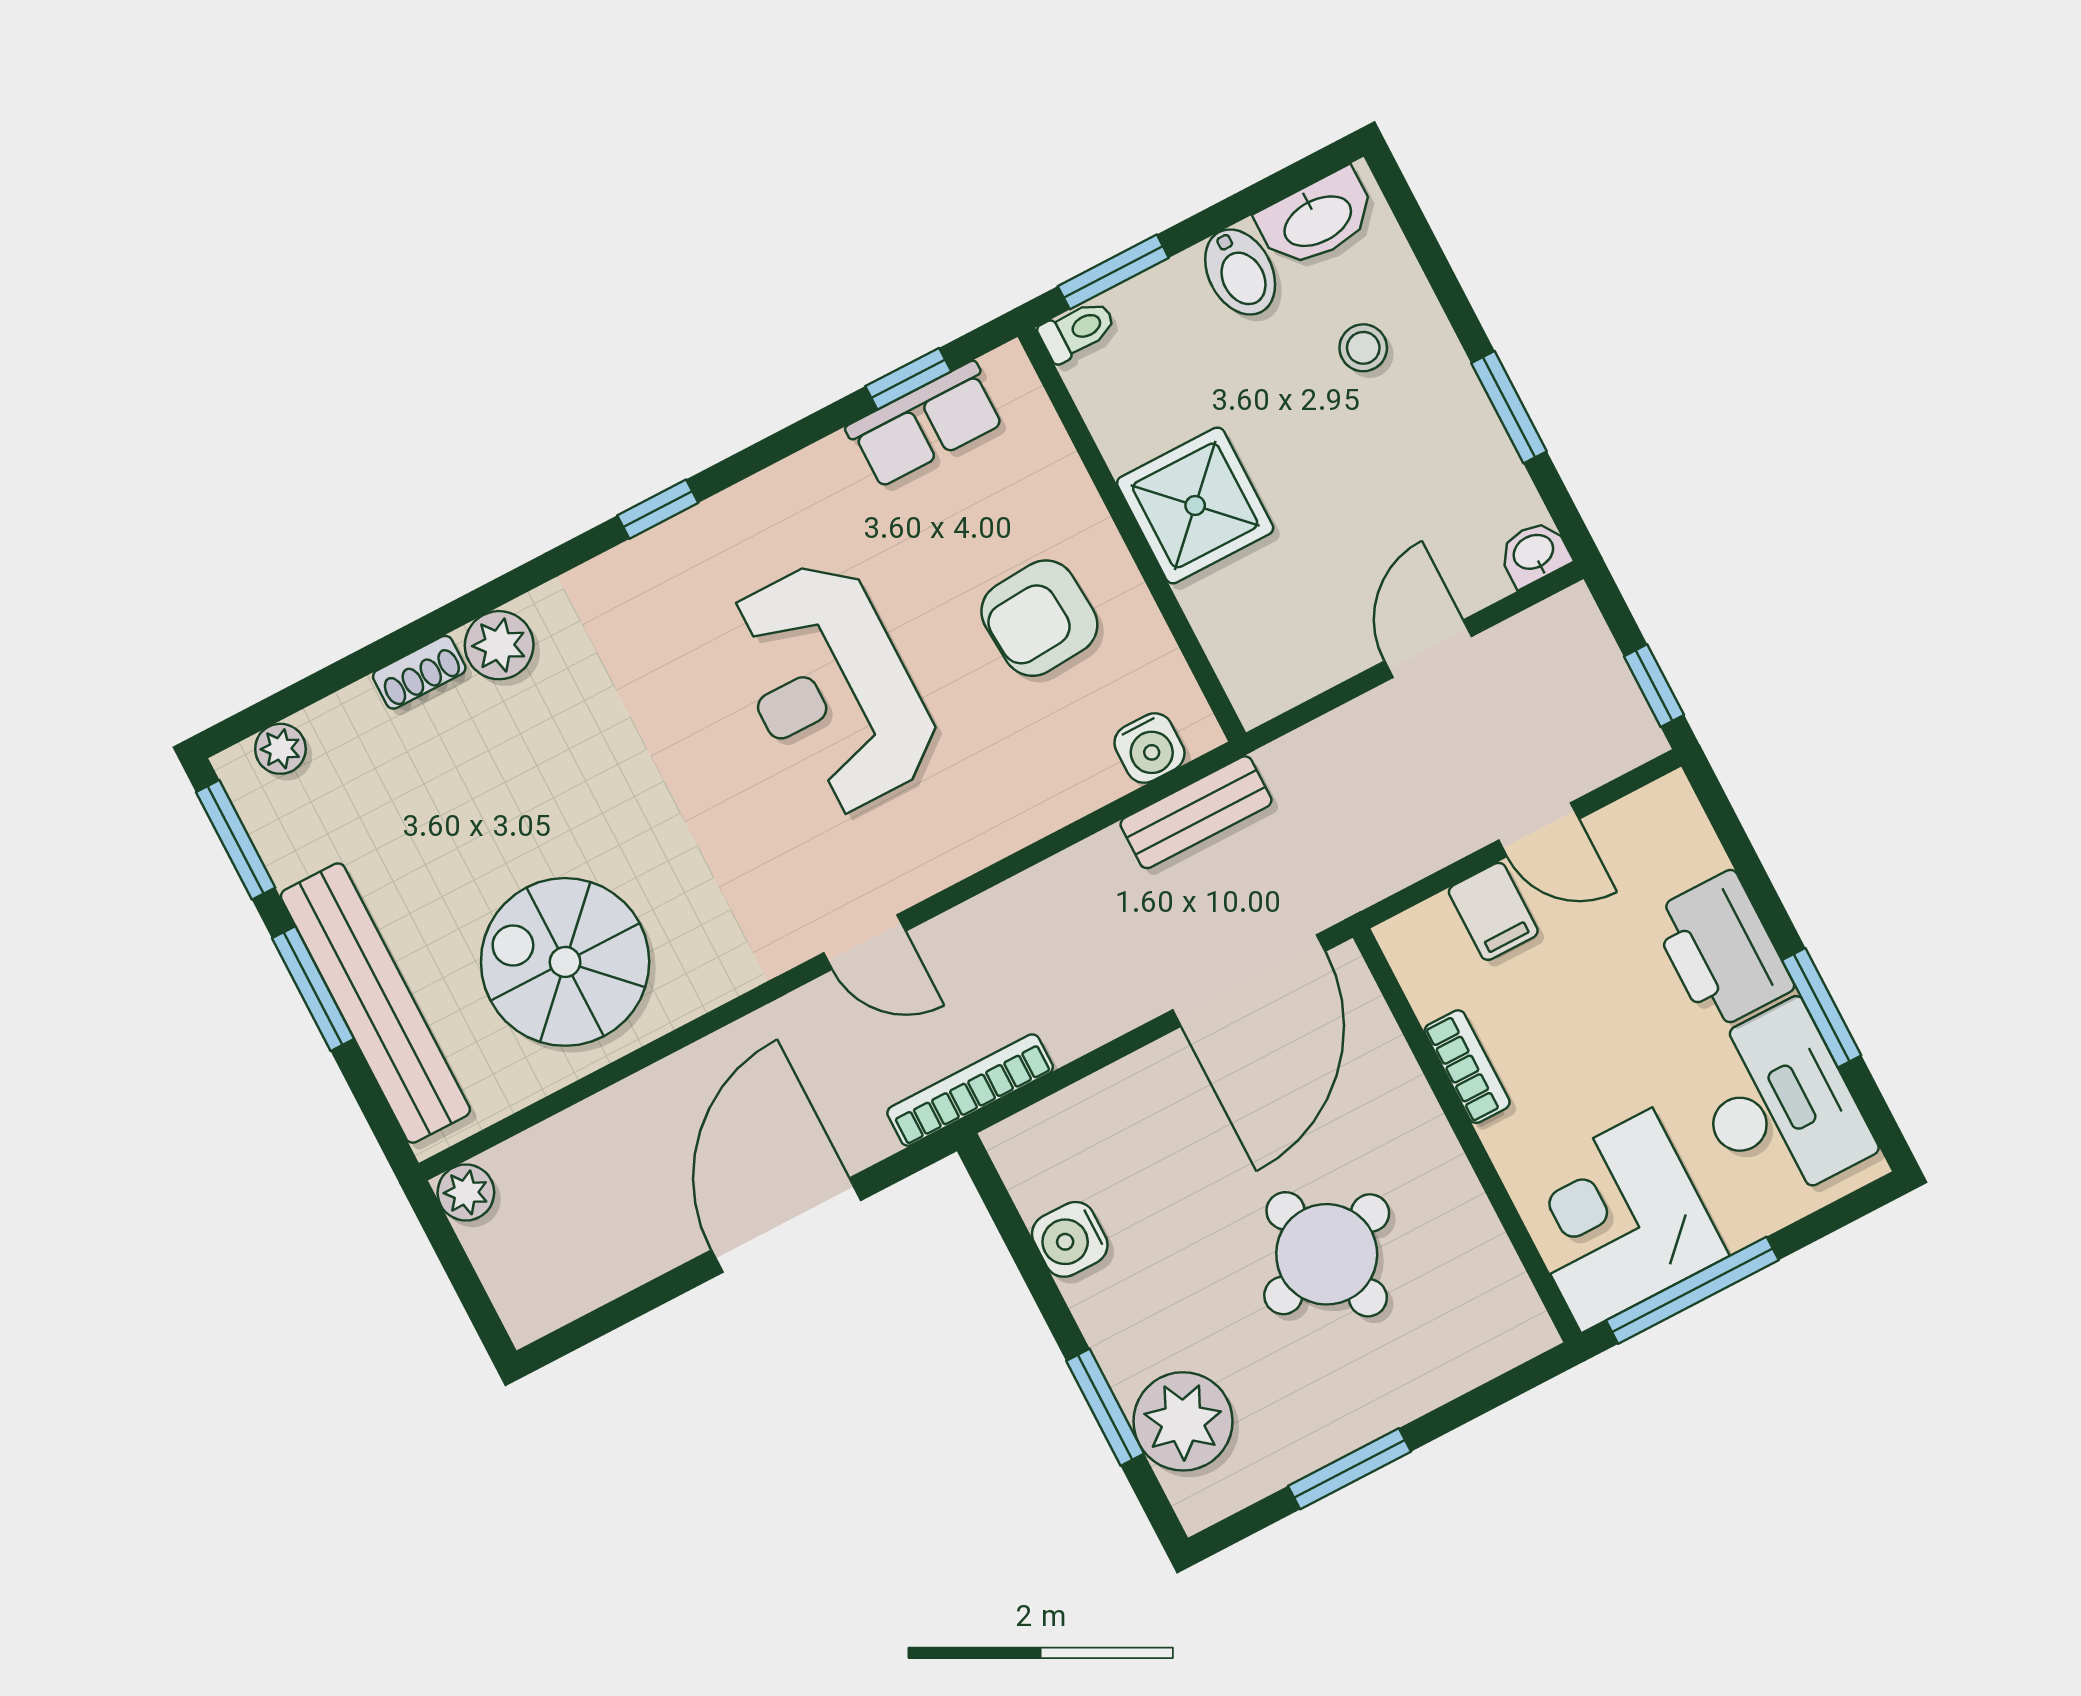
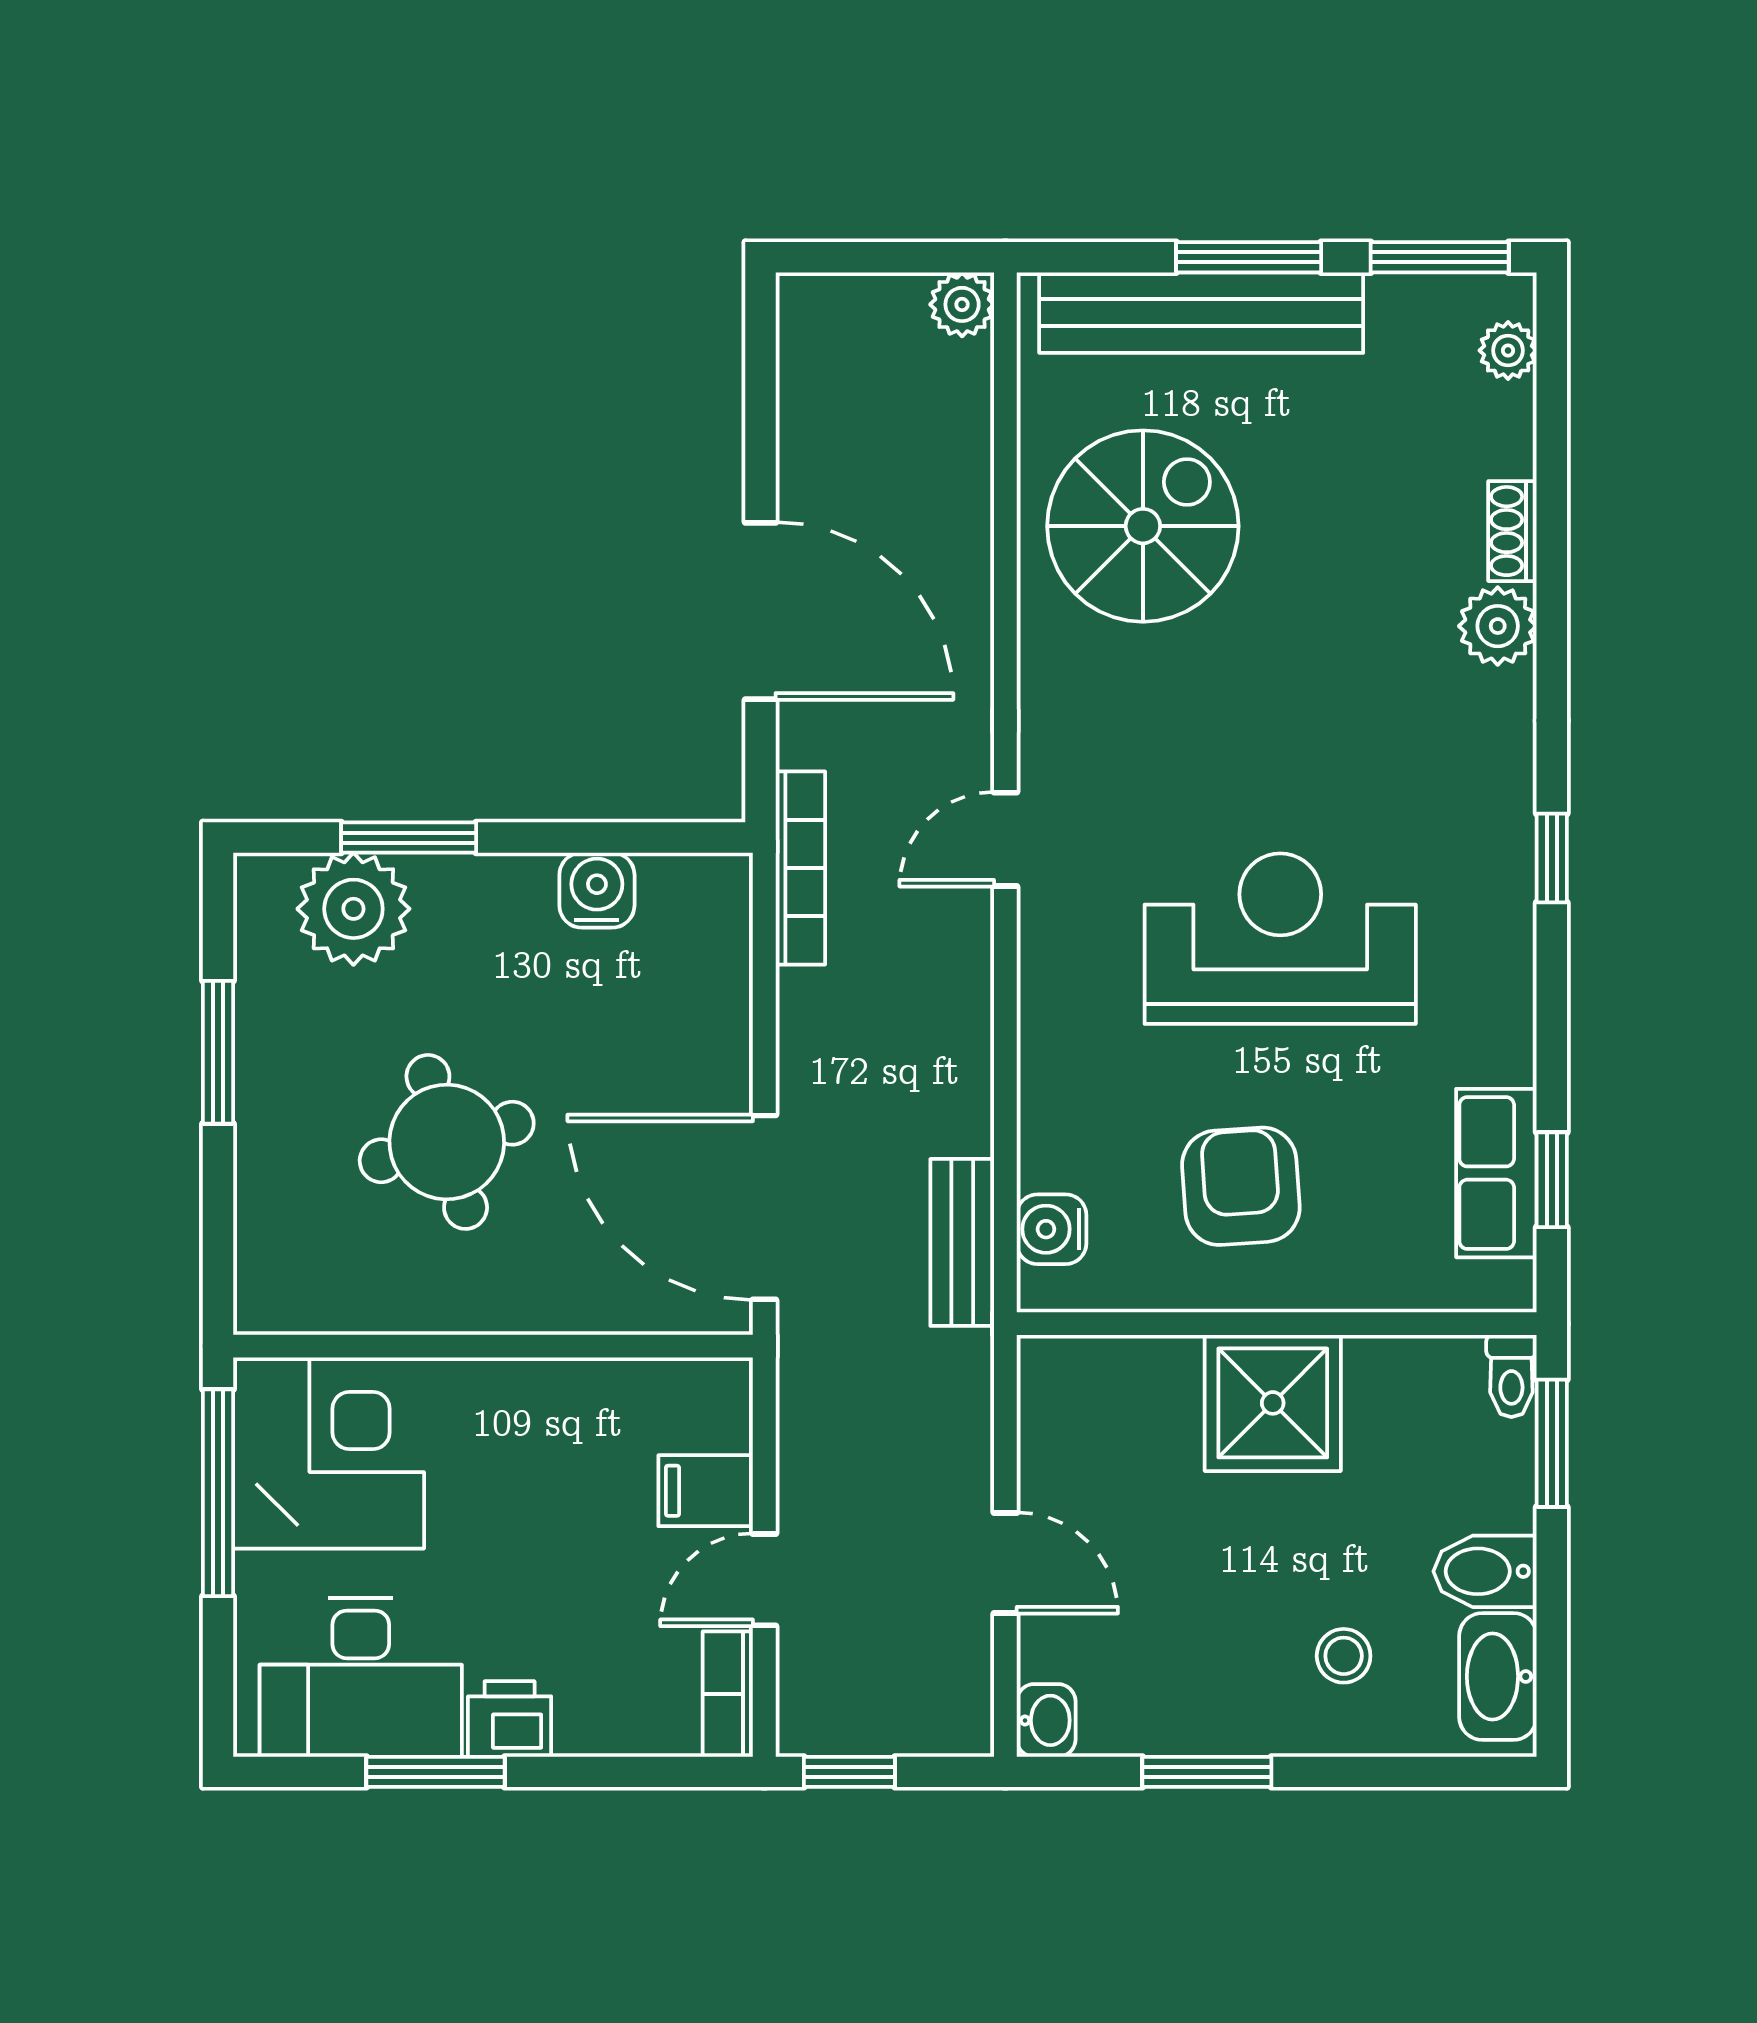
printer: (1722, 951) -> (510, 1719), width x0.53, depth x0.68
bookcase: (1467, 1067) -> (728, 1694), moved, turned 90

